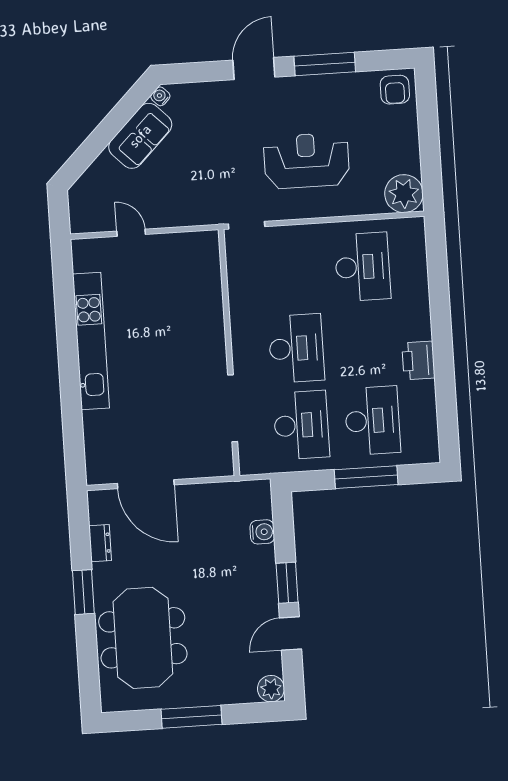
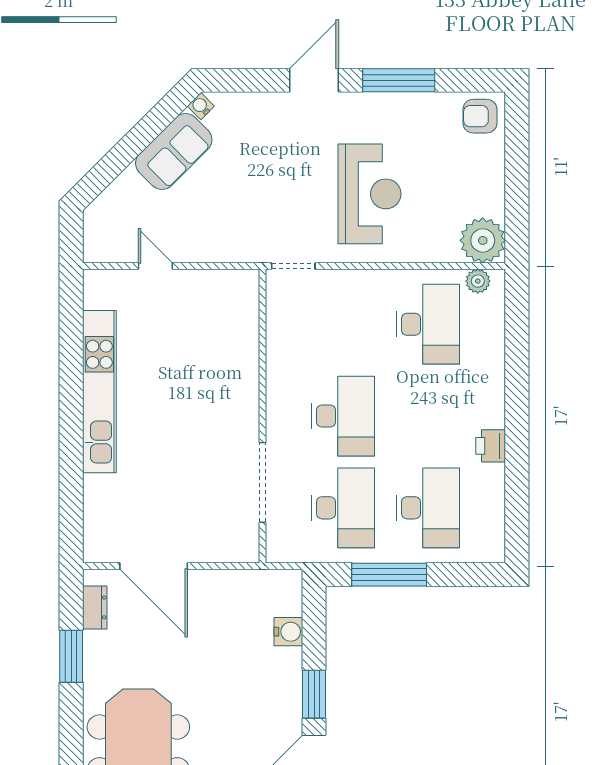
armchair: (395, 90) -> (480, 116), turned 90
reception desk: (306, 161) -> (369, 194), turned 90
plant: (402, 228) -> (478, 281), added
printer: (418, 360) -> (491, 446), width x0.73, depth x0.81
window: (366, 477) -> (389, 575), moved
dresser: (100, 543) -> (95, 607), moved
window: (83, 592) -> (71, 656), moved

